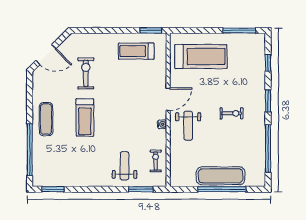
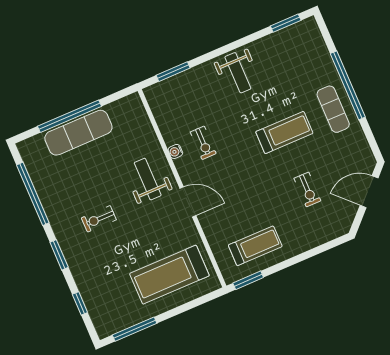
exercise bike: (86, 73) -> (307, 190), width x0.73, depth x0.72
door: (168, 99) -> (188, 202), swing flipped
treadmill: (85, 118) -> (284, 133), turned 90
water cooler: (162, 124) -> (175, 151), moved
window: (30, 150) -> (348, 85), moved
exercise bike: (156, 161) -> (203, 143), moved
weight bench: (124, 166) -> (238, 73), moved

